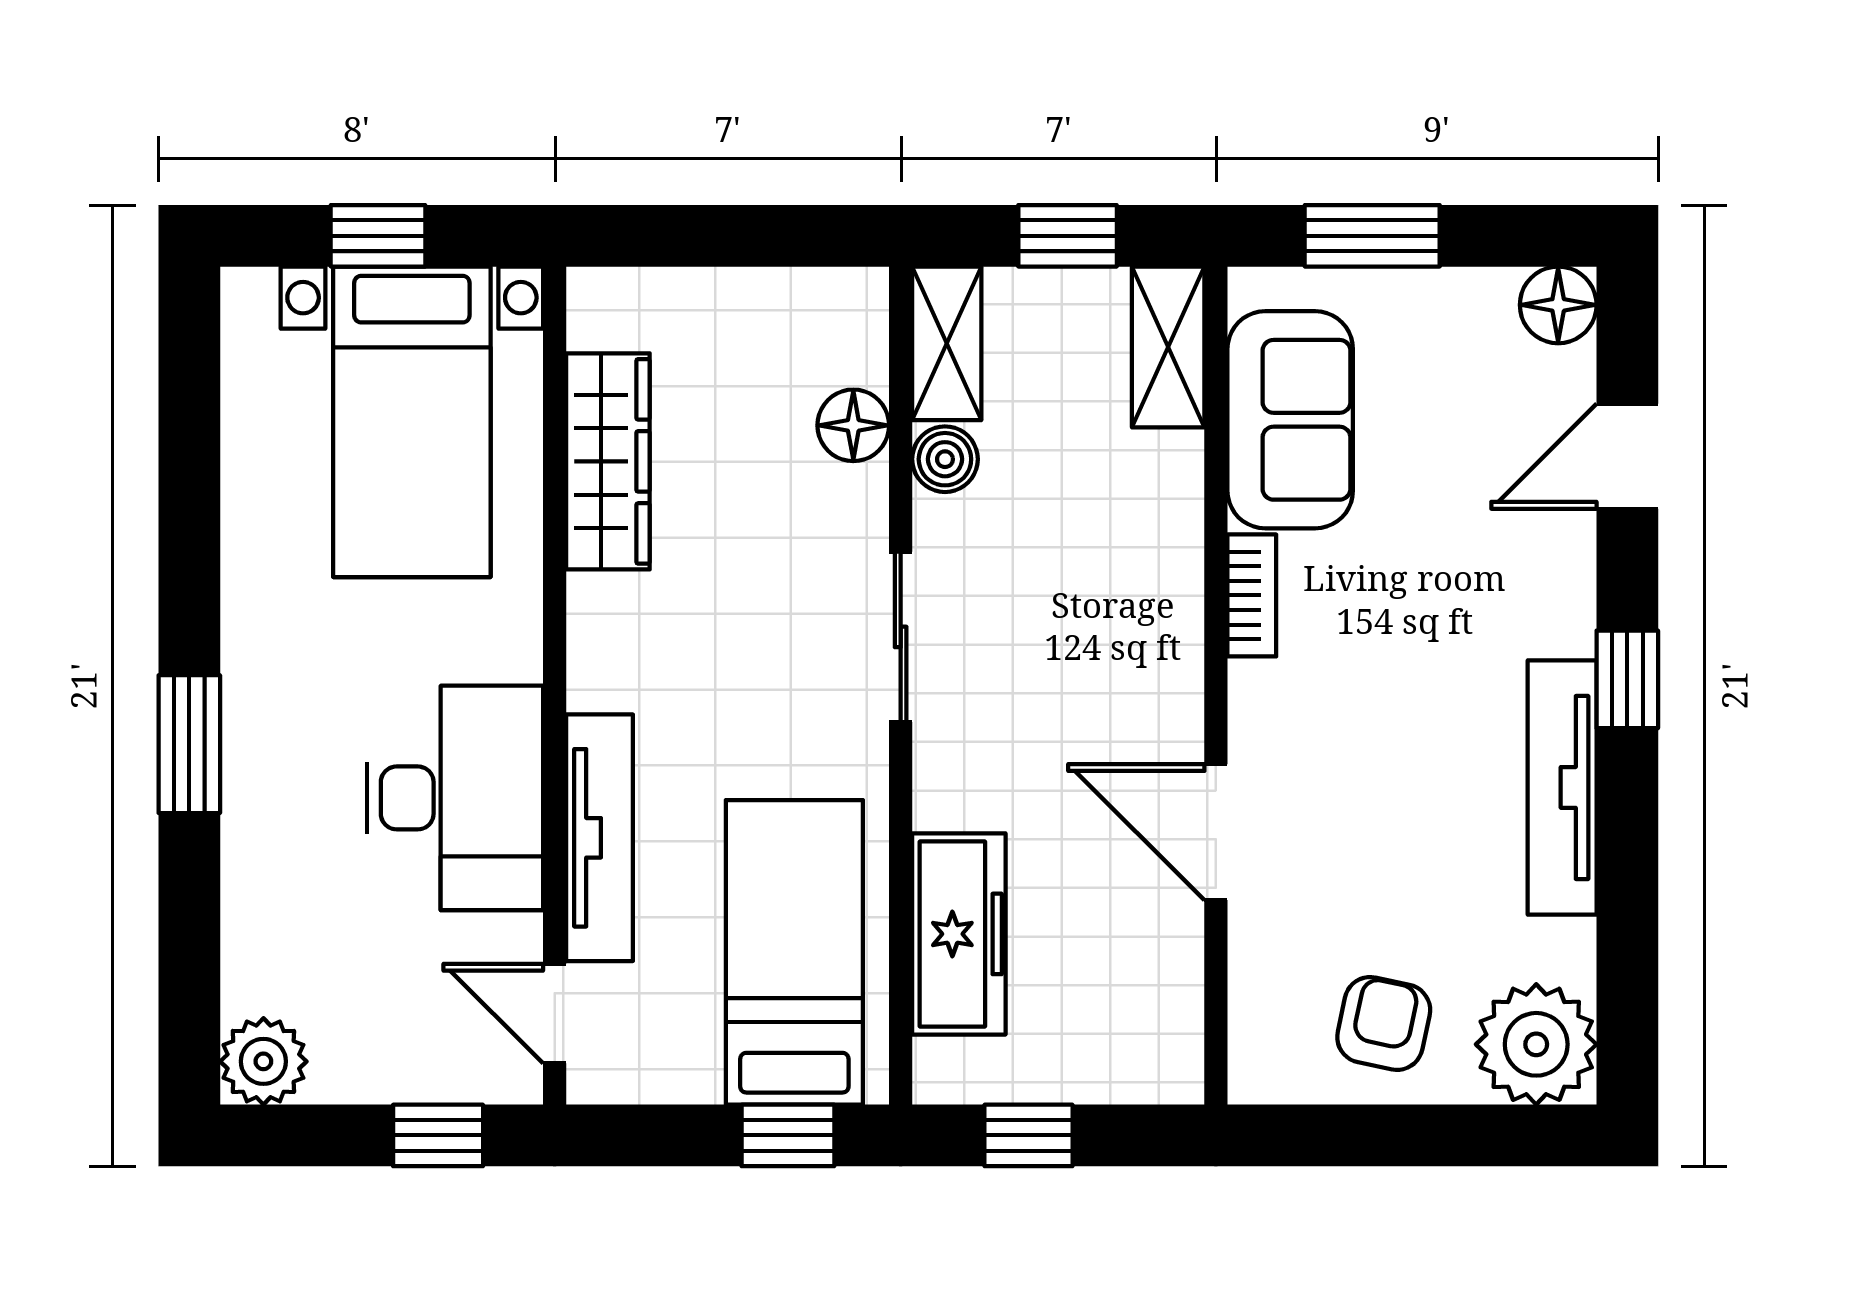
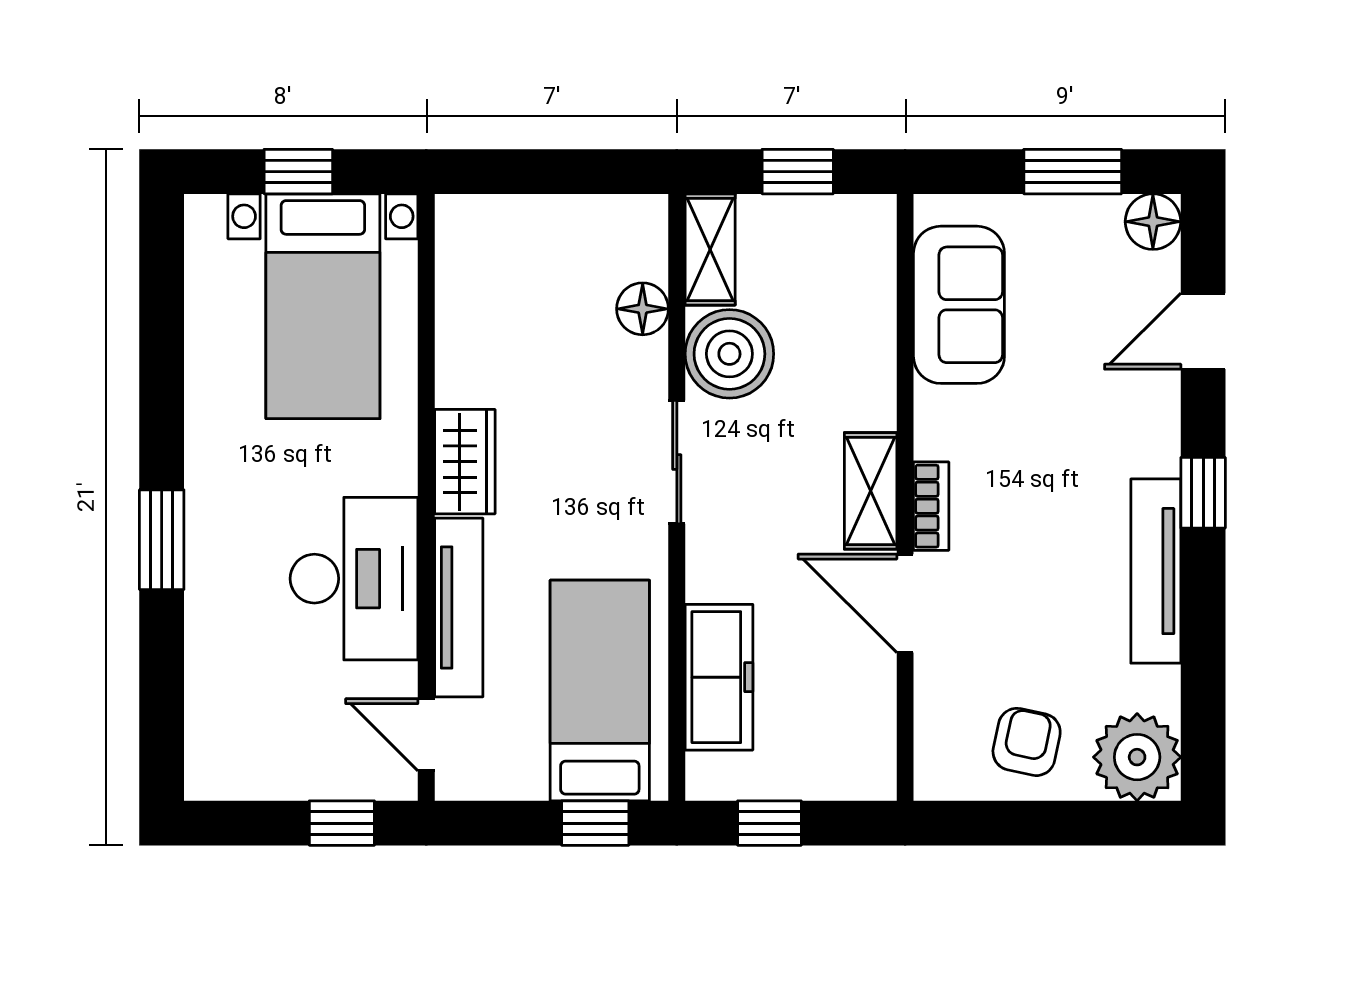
window: (1372, 236) -> (1073, 172), moved
shelving: (1168, 347) -> (871, 491), moved
boiler: (945, 459) -> (729, 354), width x1.86, depth x1.86
wardrobe: (608, 461) -> (465, 462), moved, width x0.67
bookcase: (1252, 595) -> (931, 506), moved
plant: (263, 1061) -> (215, 769), removed

